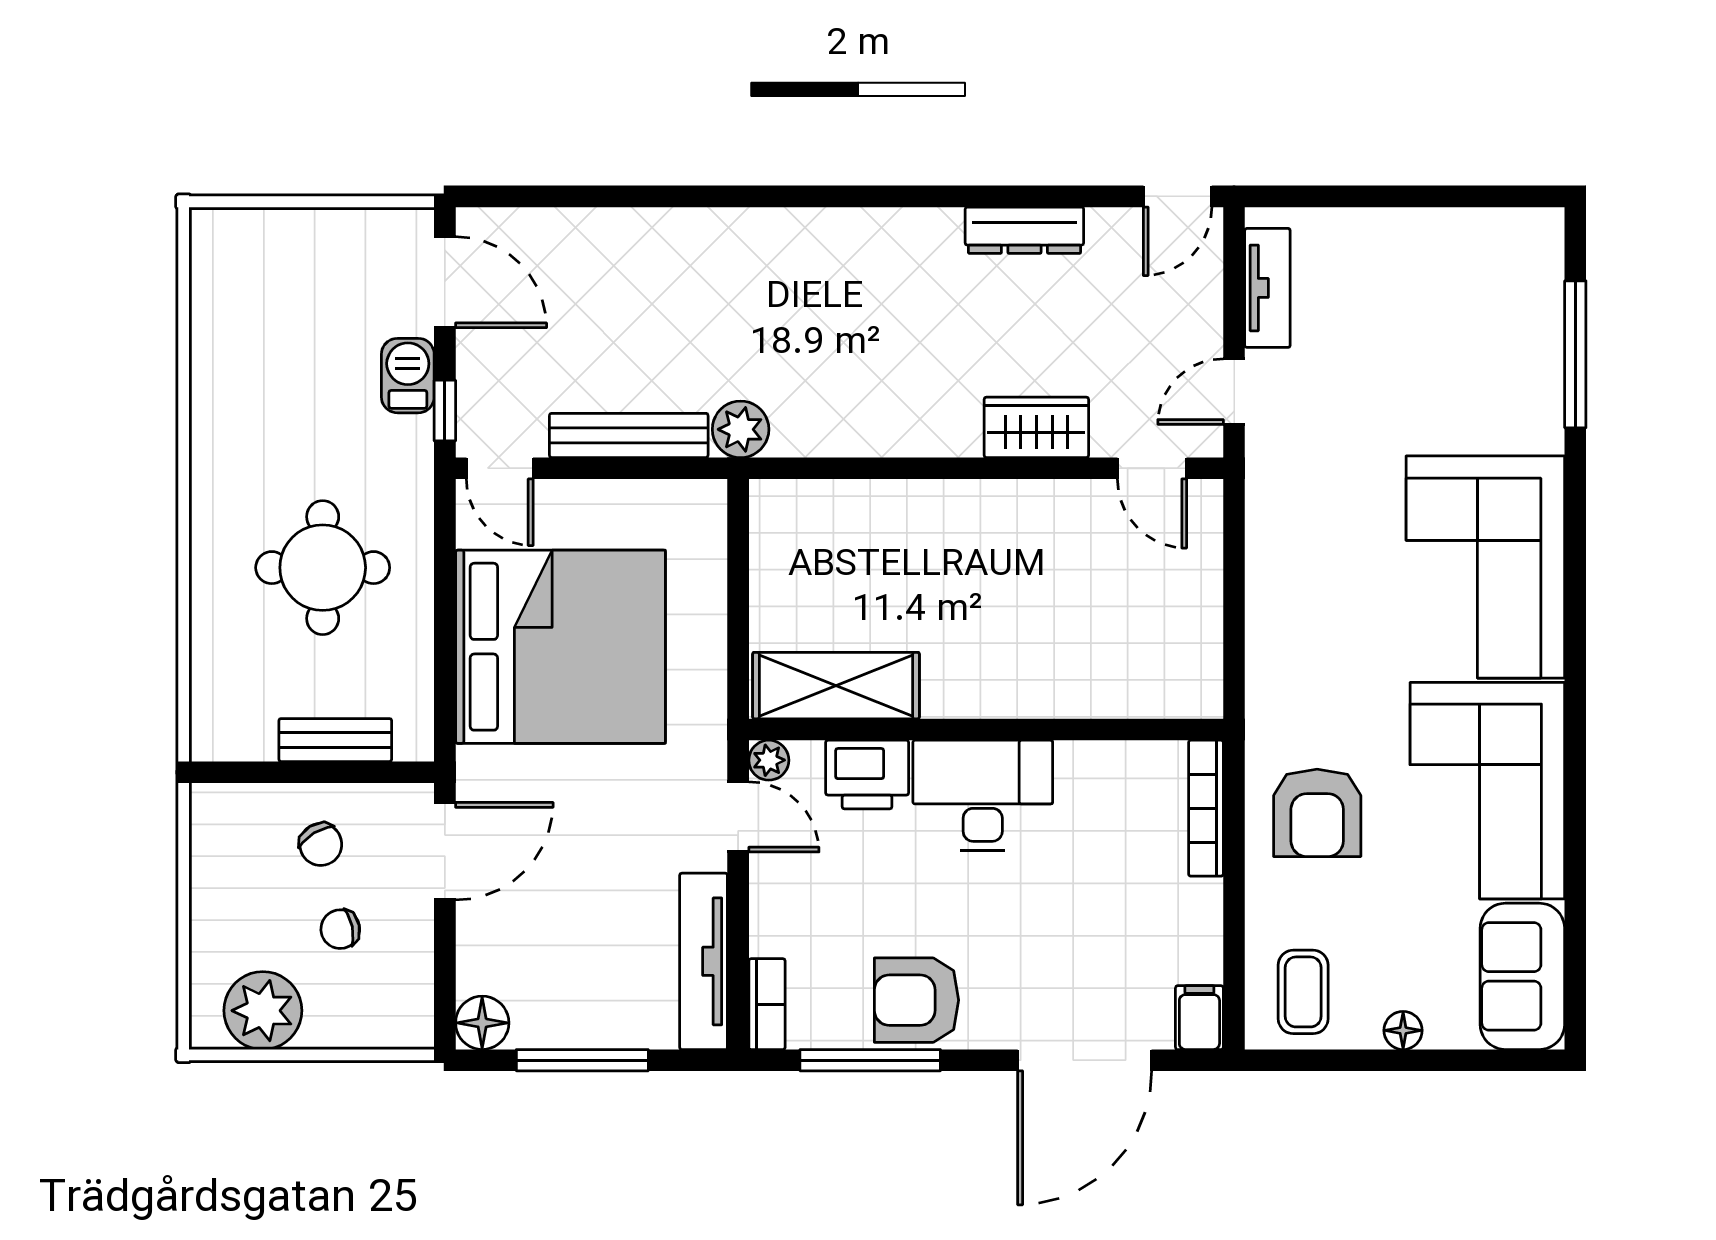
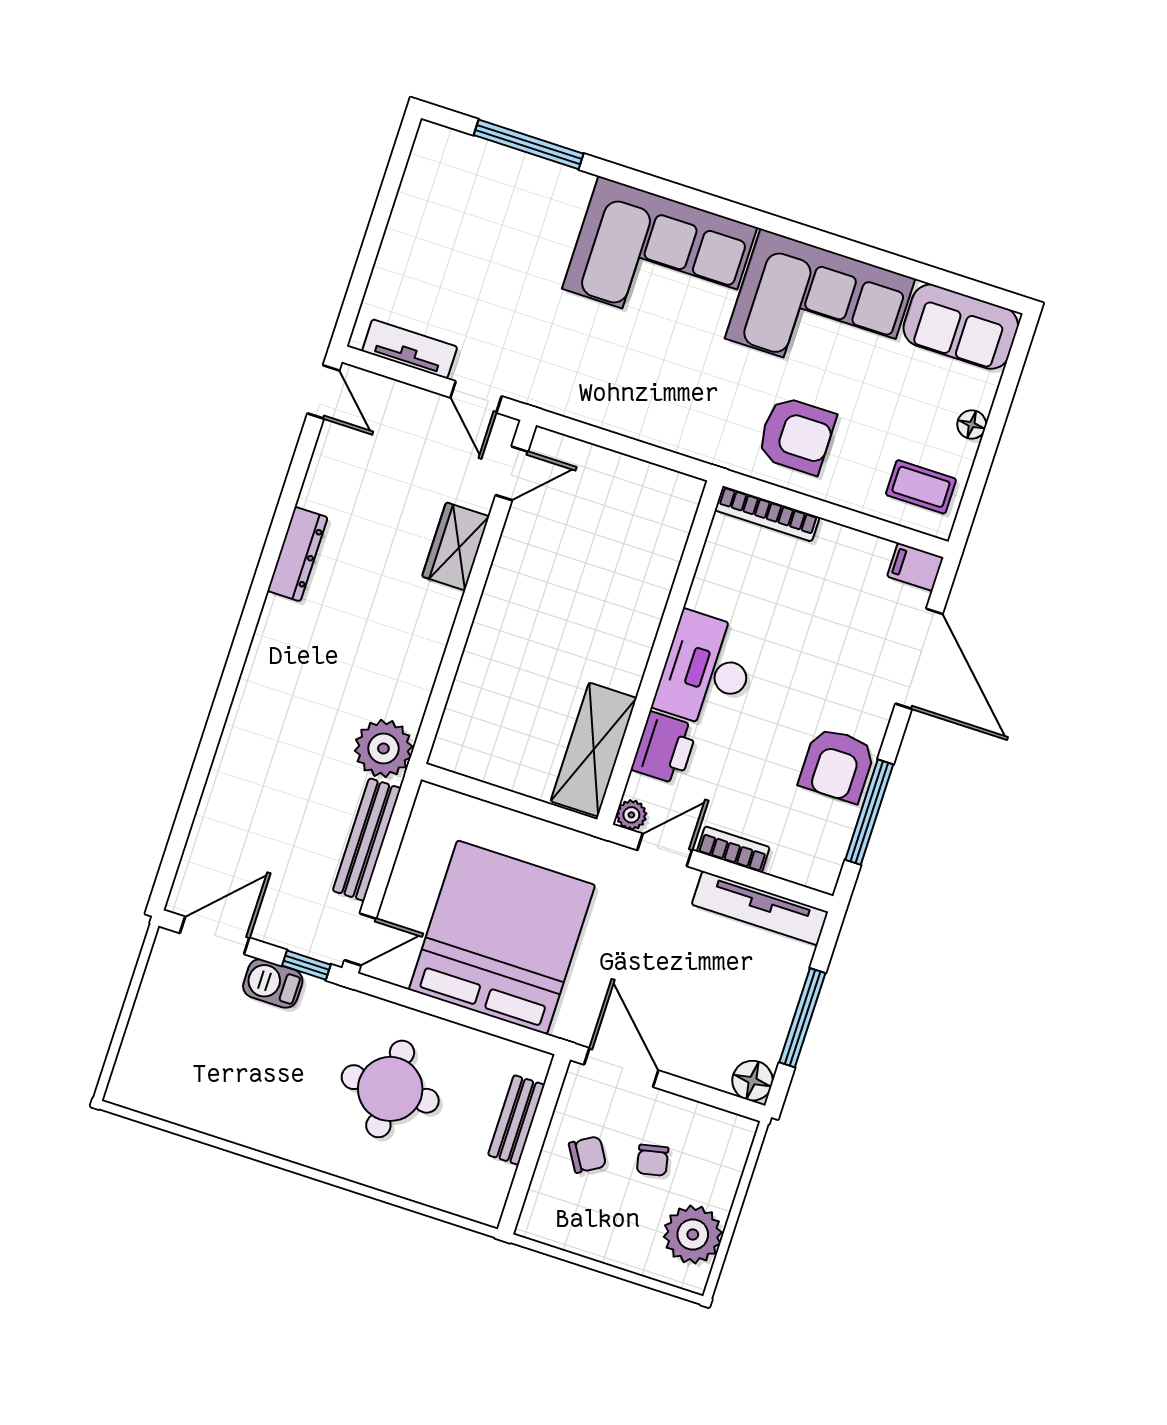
dresser: (1024, 230) -> (297, 554), moved
plant: (741, 429) -> (383, 749), width x1.36, depth x1.36
bookcase: (767, 1004) -> (733, 849), moved

